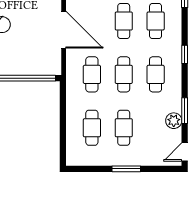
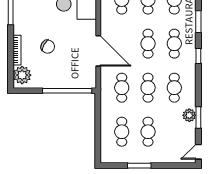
window: (185, 54) -> (198, 56), moved
plant: (174, 121) -> (189, 115), moved
window: (126, 169) -> (139, 166), moved

